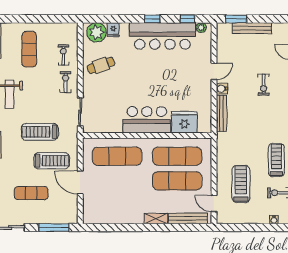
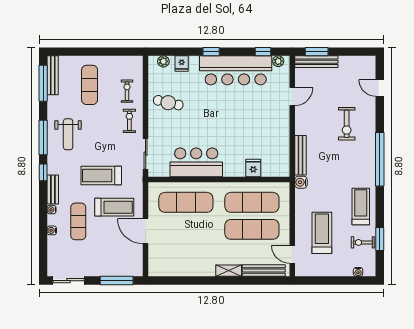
window: (152, 19) -> (211, 52), moved
bench: (252, 28) -> (316, 62), moved
plant: (96, 32) -> (163, 61), width x0.53, depth x0.53
cafe table: (101, 65) -> (168, 103), turned 33
door: (214, 71) -> (292, 97), moved
exercise bike: (264, 85) -> (347, 124), width x1.38, depth x1.39
water cooler: (222, 89) -> (301, 182), moved
bar counter: (147, 120) -> (196, 162), moved
fridge: (184, 122) -> (253, 168), width x0.53, depth x0.75
exercise mat: (31, 193) -> (78, 221), moved, turned 90

